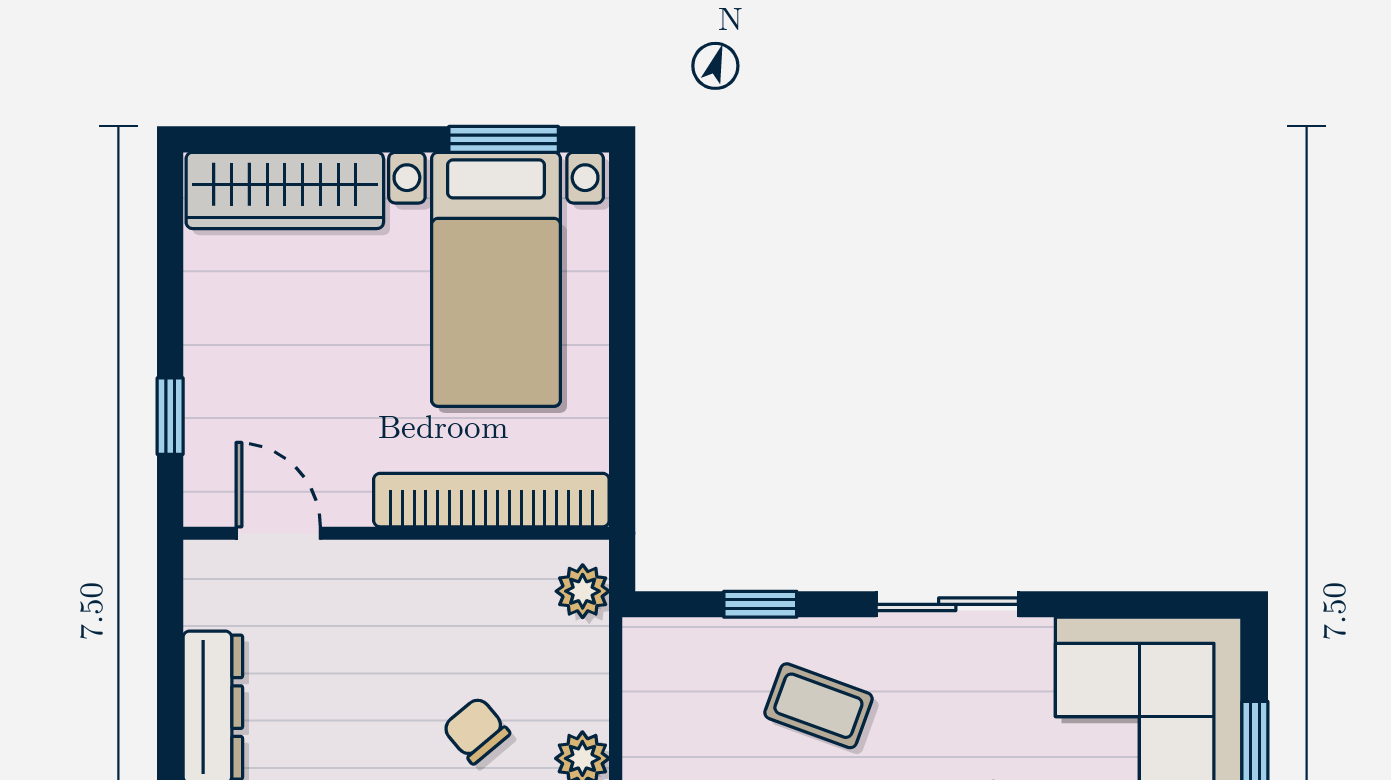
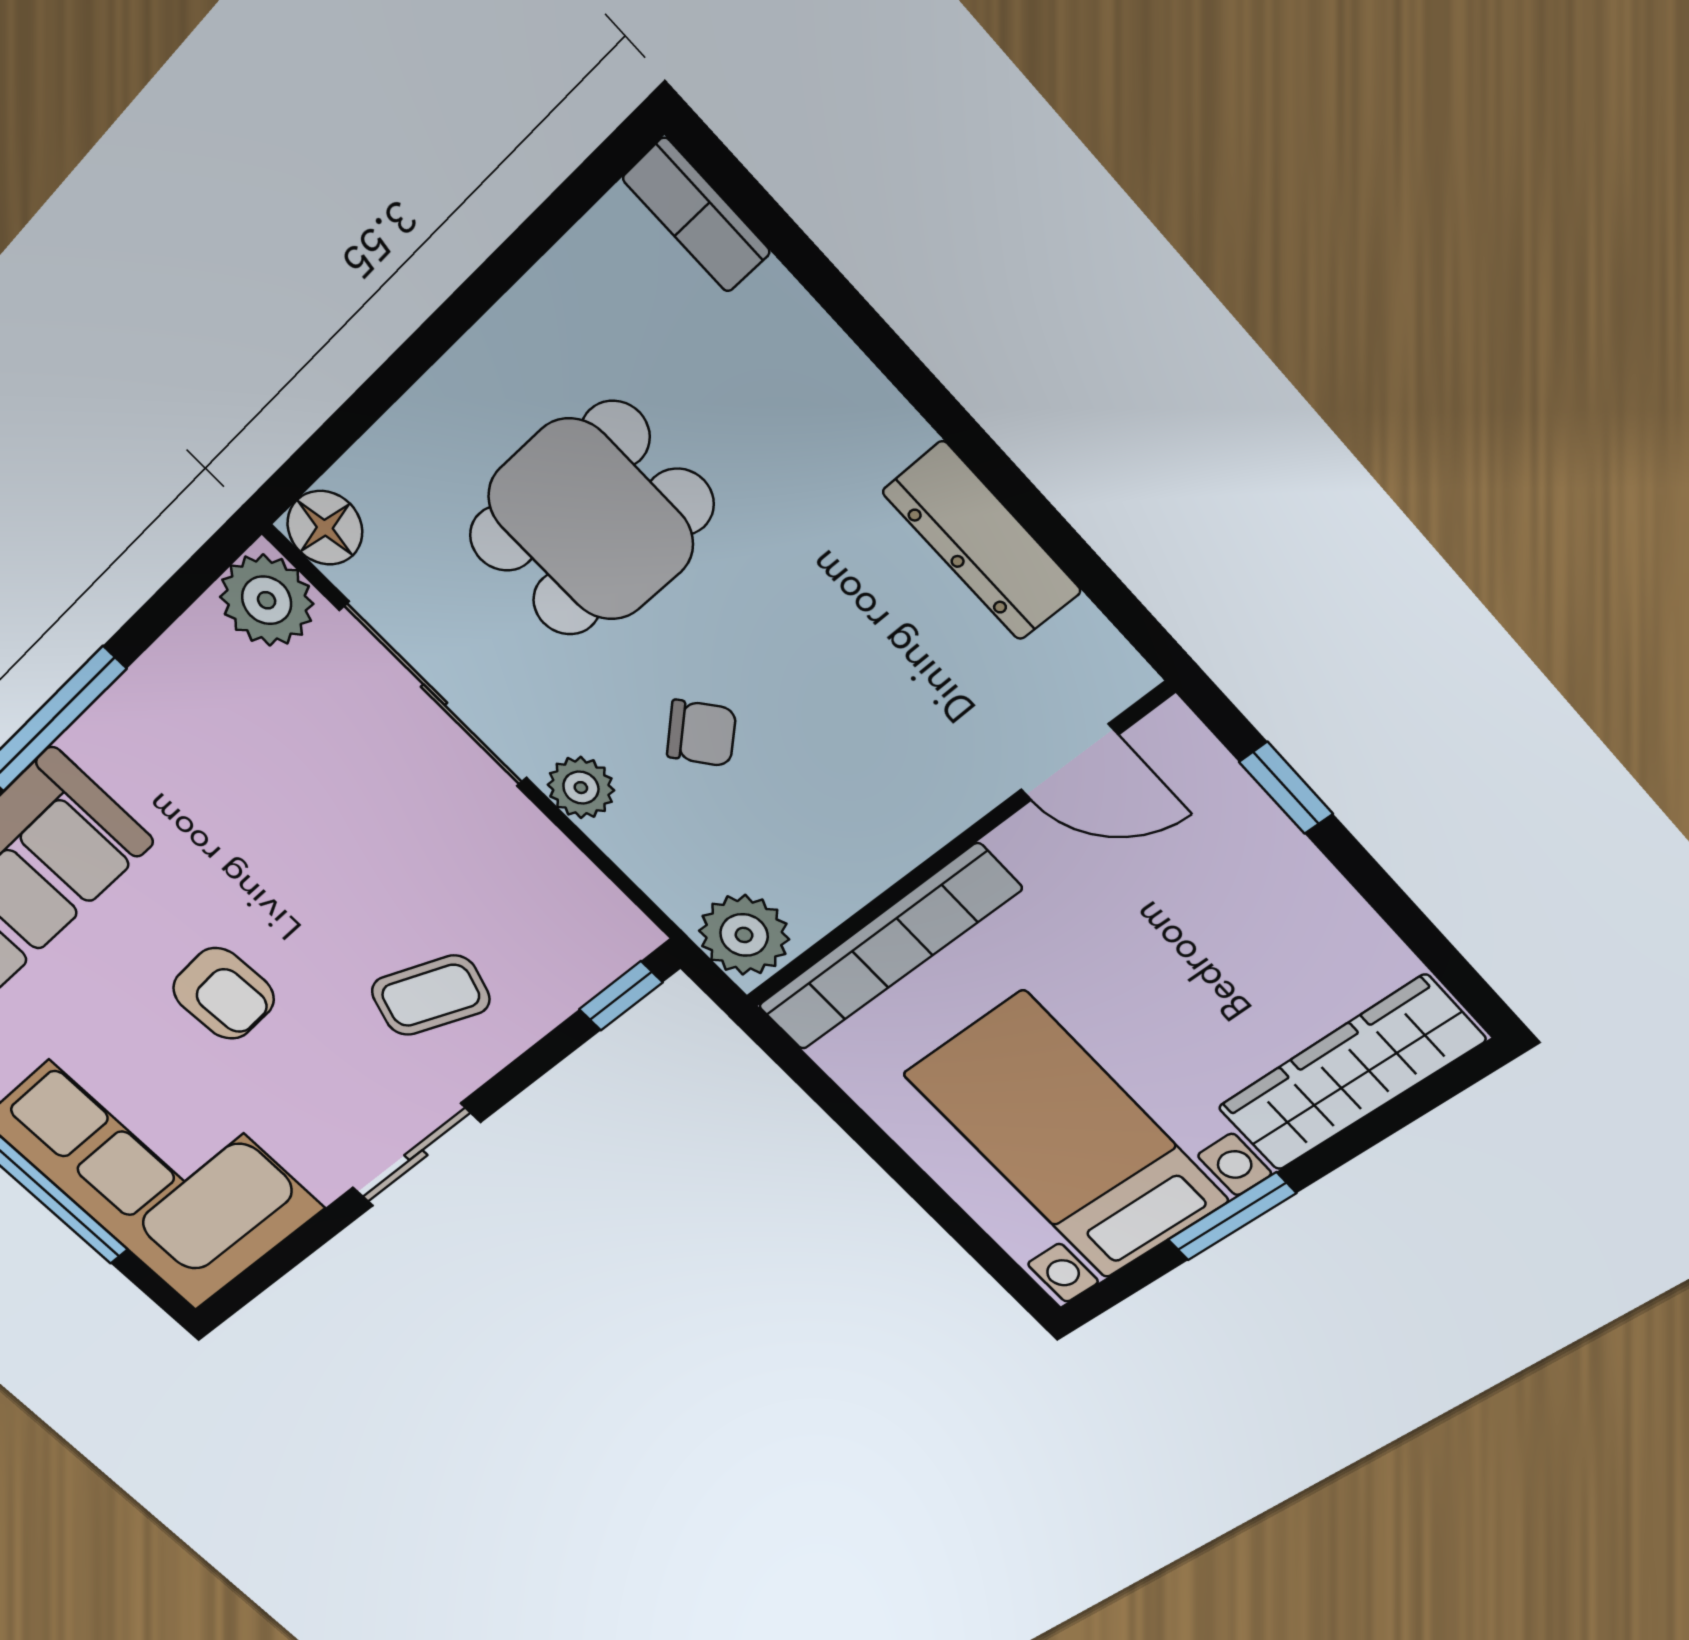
window: (504, 139) -> (1232, 1217), moved
plant: (583, 591) -> (744, 935), width x1.38, depth x1.38
window: (760, 604) -> (621, 996), moved

